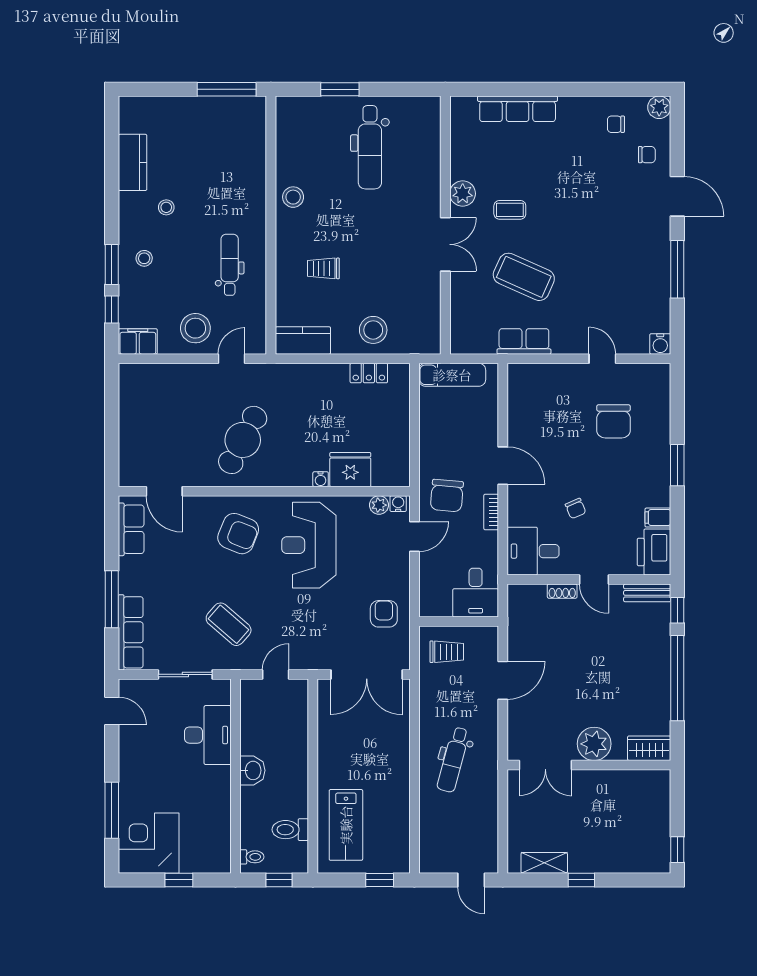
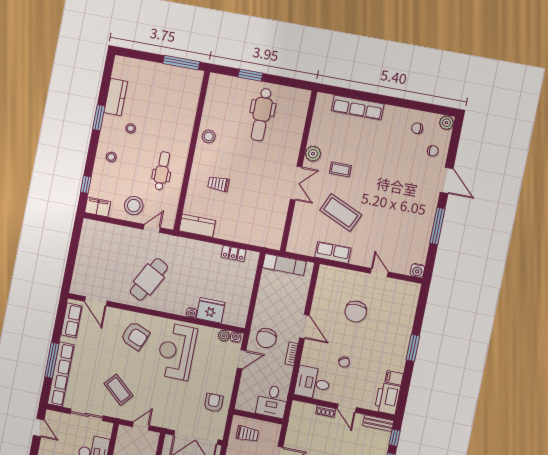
window: (112, 265) -> (99, 118), moved
stool: (373, 330) -> (241, 227), removed
chair: (614, 421) -> (356, 312), moved
row of seats: (131, 632) -> (61, 374), width x1.36

